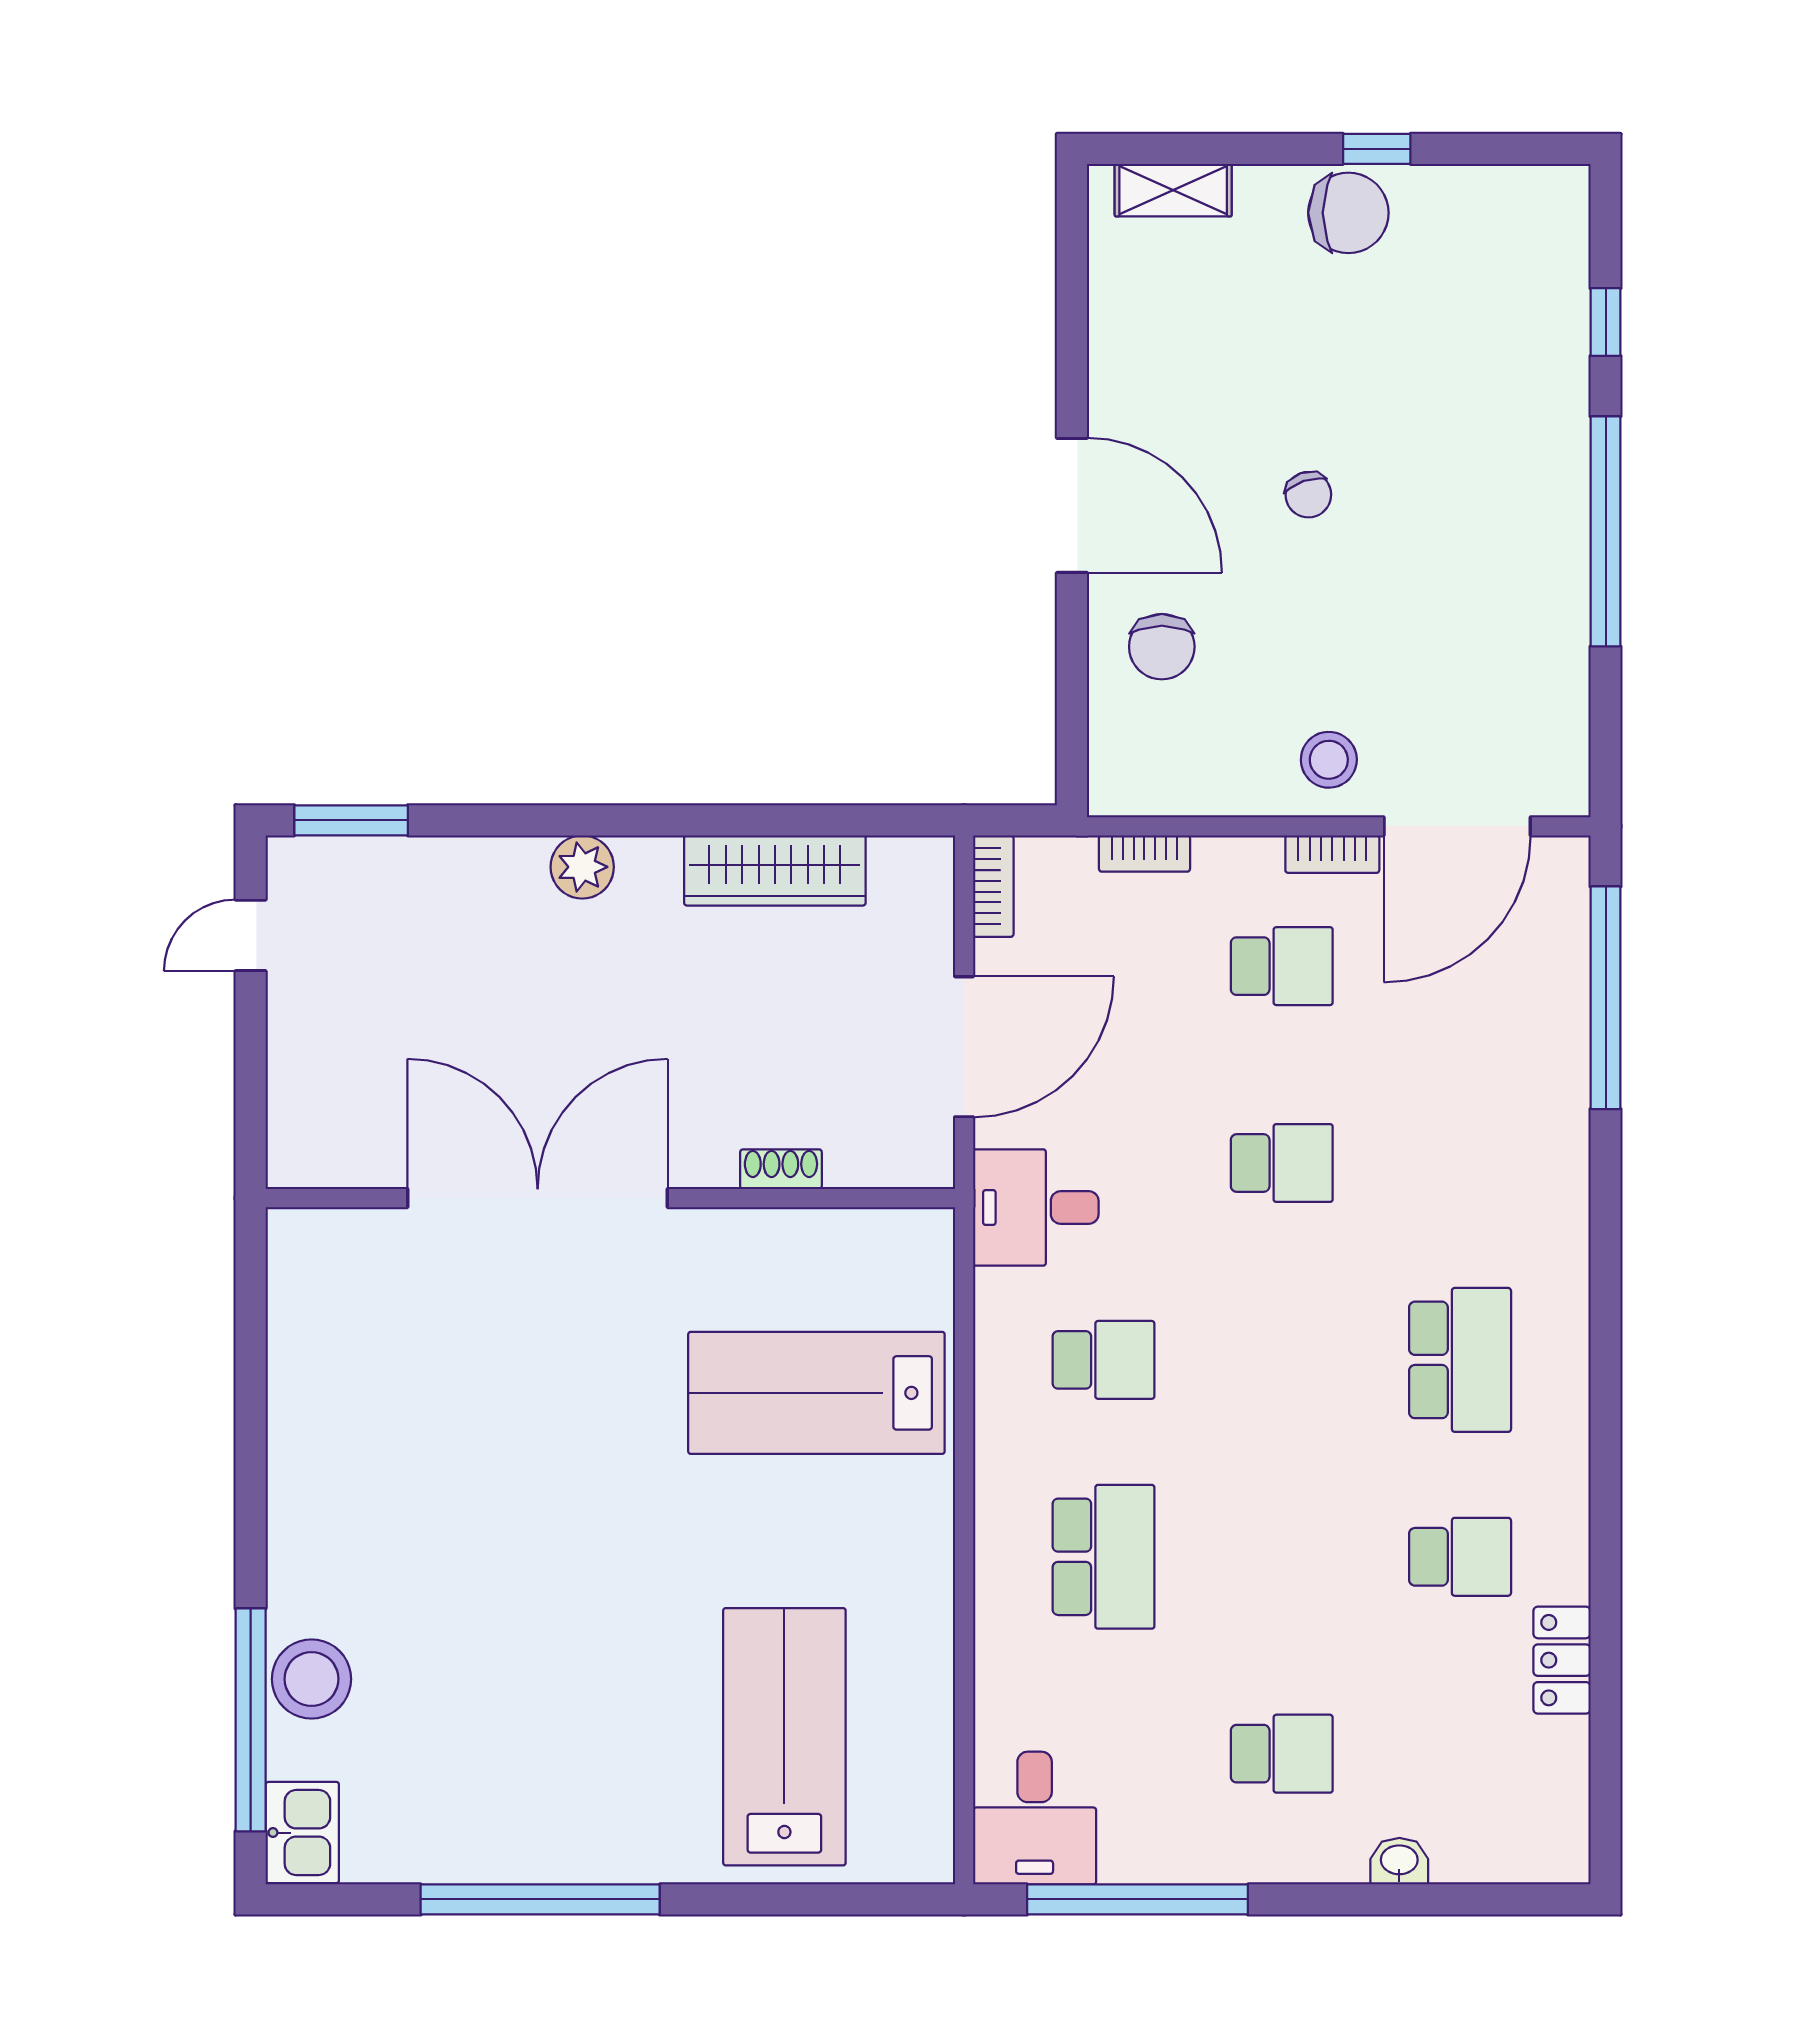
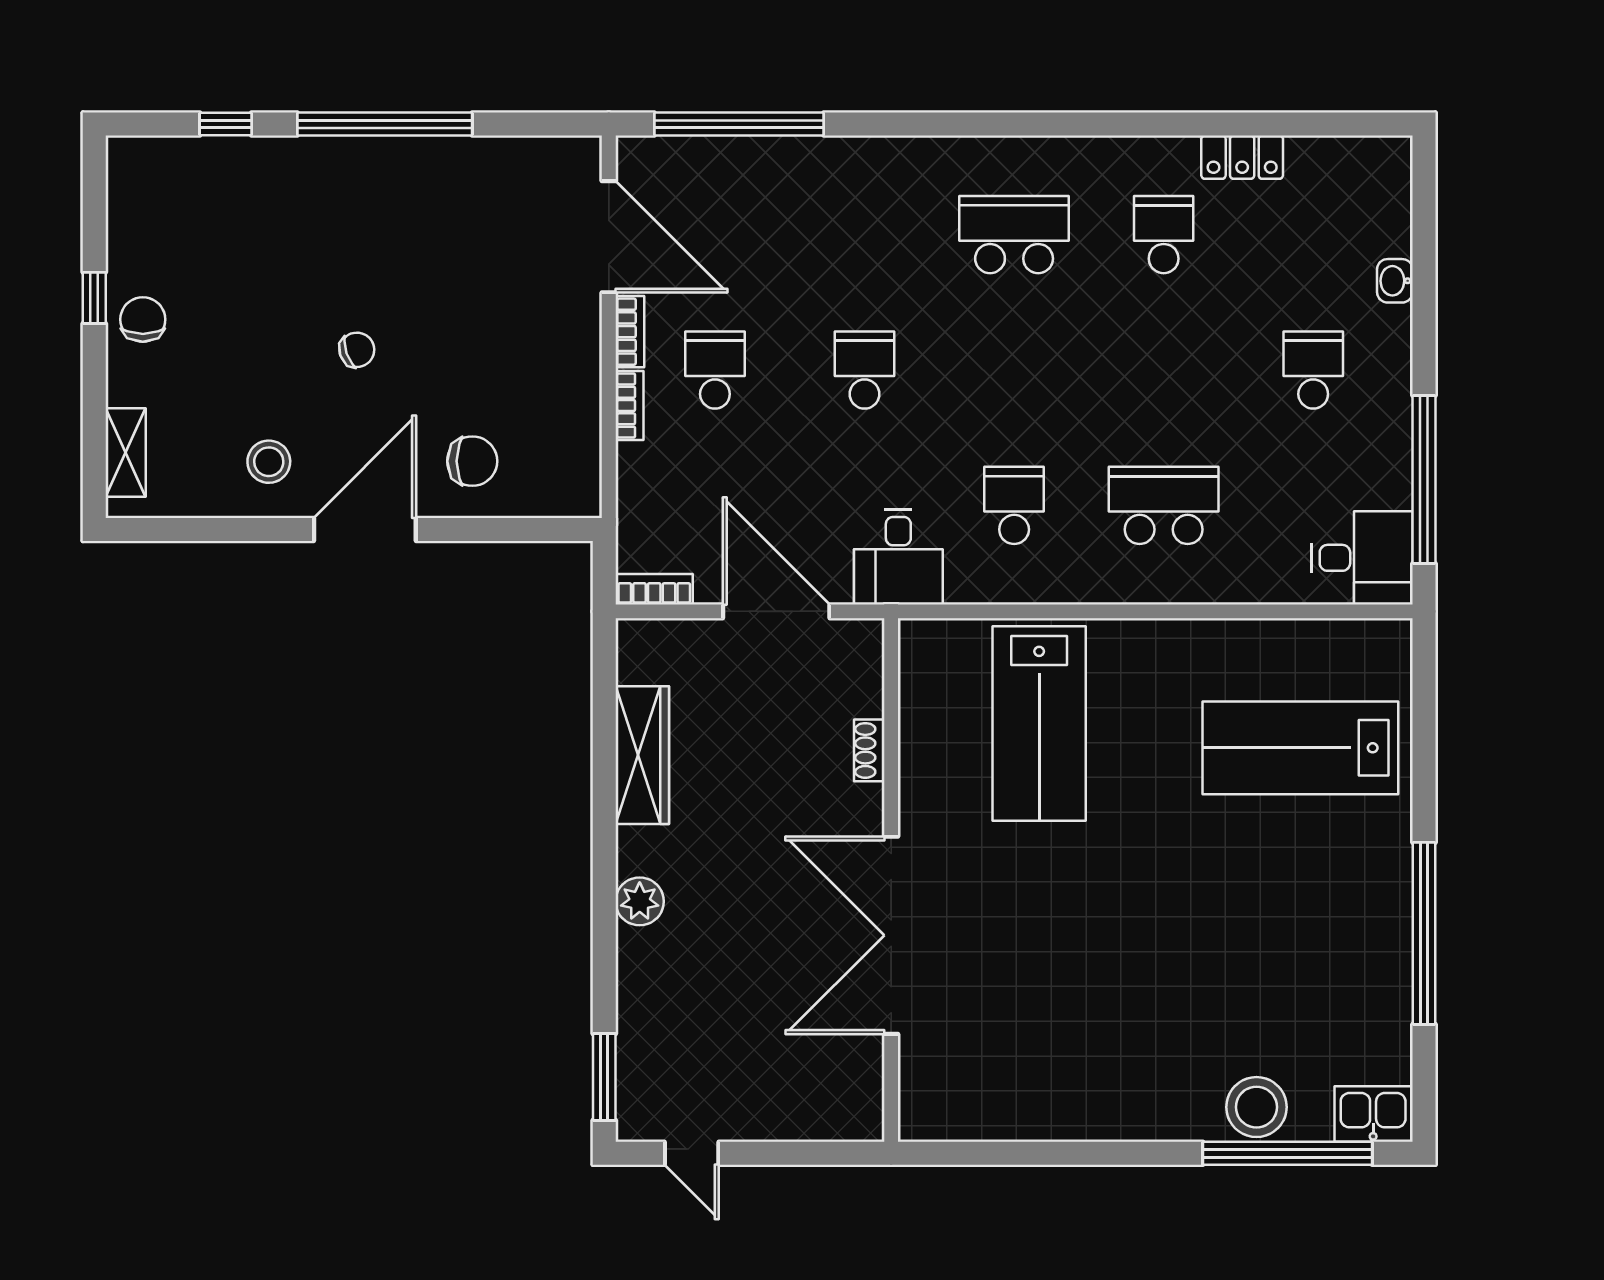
chair: (1348, 213) -> (143, 319), width x0.73, depth x0.73
stool: (1329, 760) -> (269, 462), moved
bookcase: (1144, 854) -> (629, 406), moved

